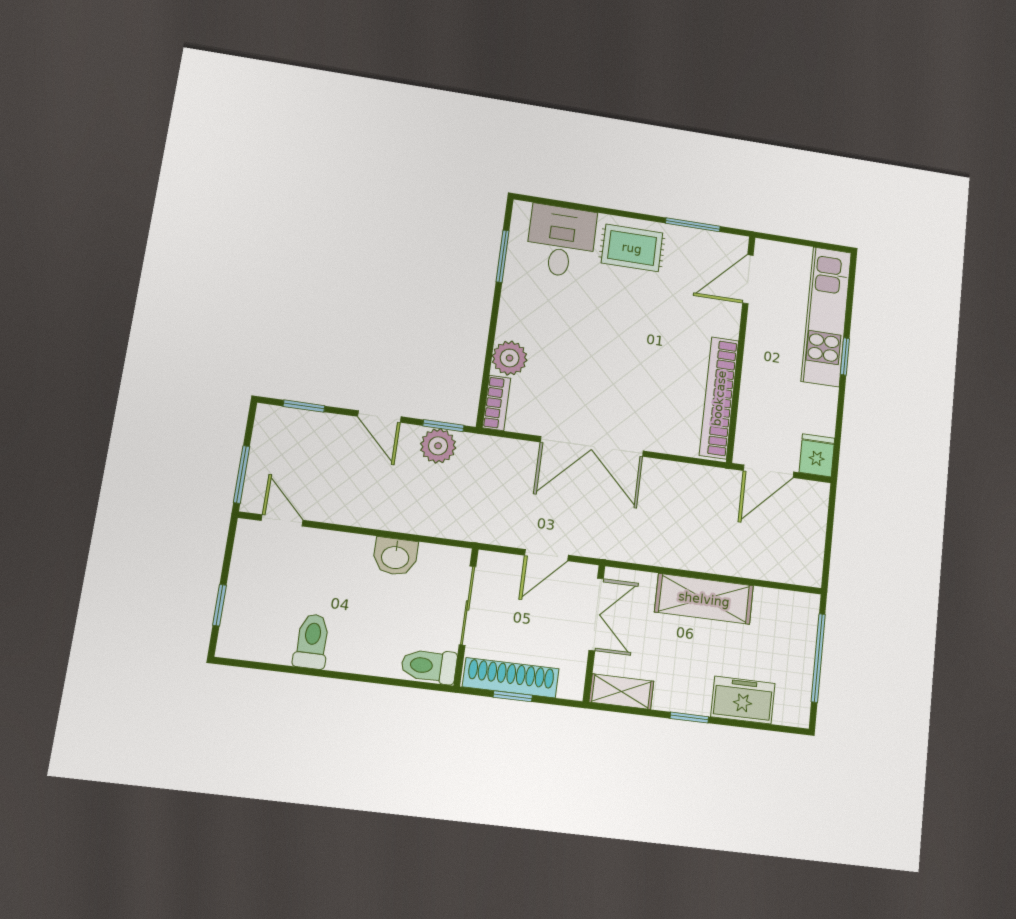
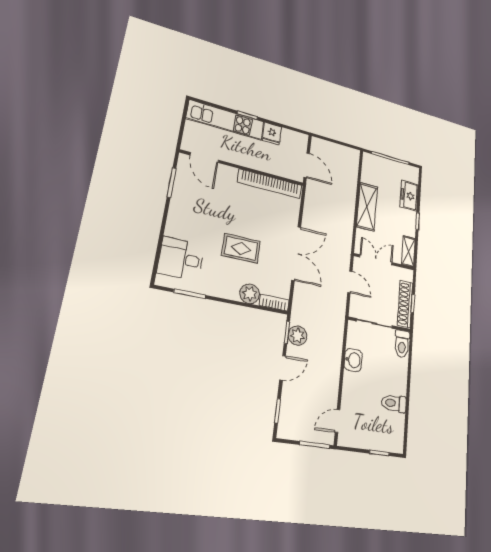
rug: (632, 248) -> (241, 248), moved, turned 90
fridge: (817, 455) -> (272, 134), moved, turned -90

